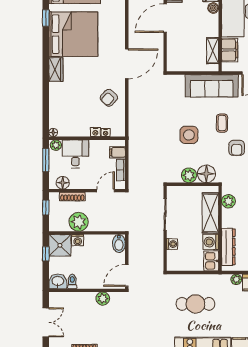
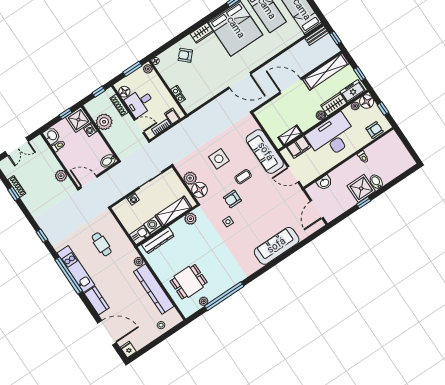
armchair: (109, 98) -> (185, 55), moved
desk: (75, 154) -> (140, 103), moved, turned 180
cafe table: (195, 304) -> (102, 244), width x0.73, depth x0.74

